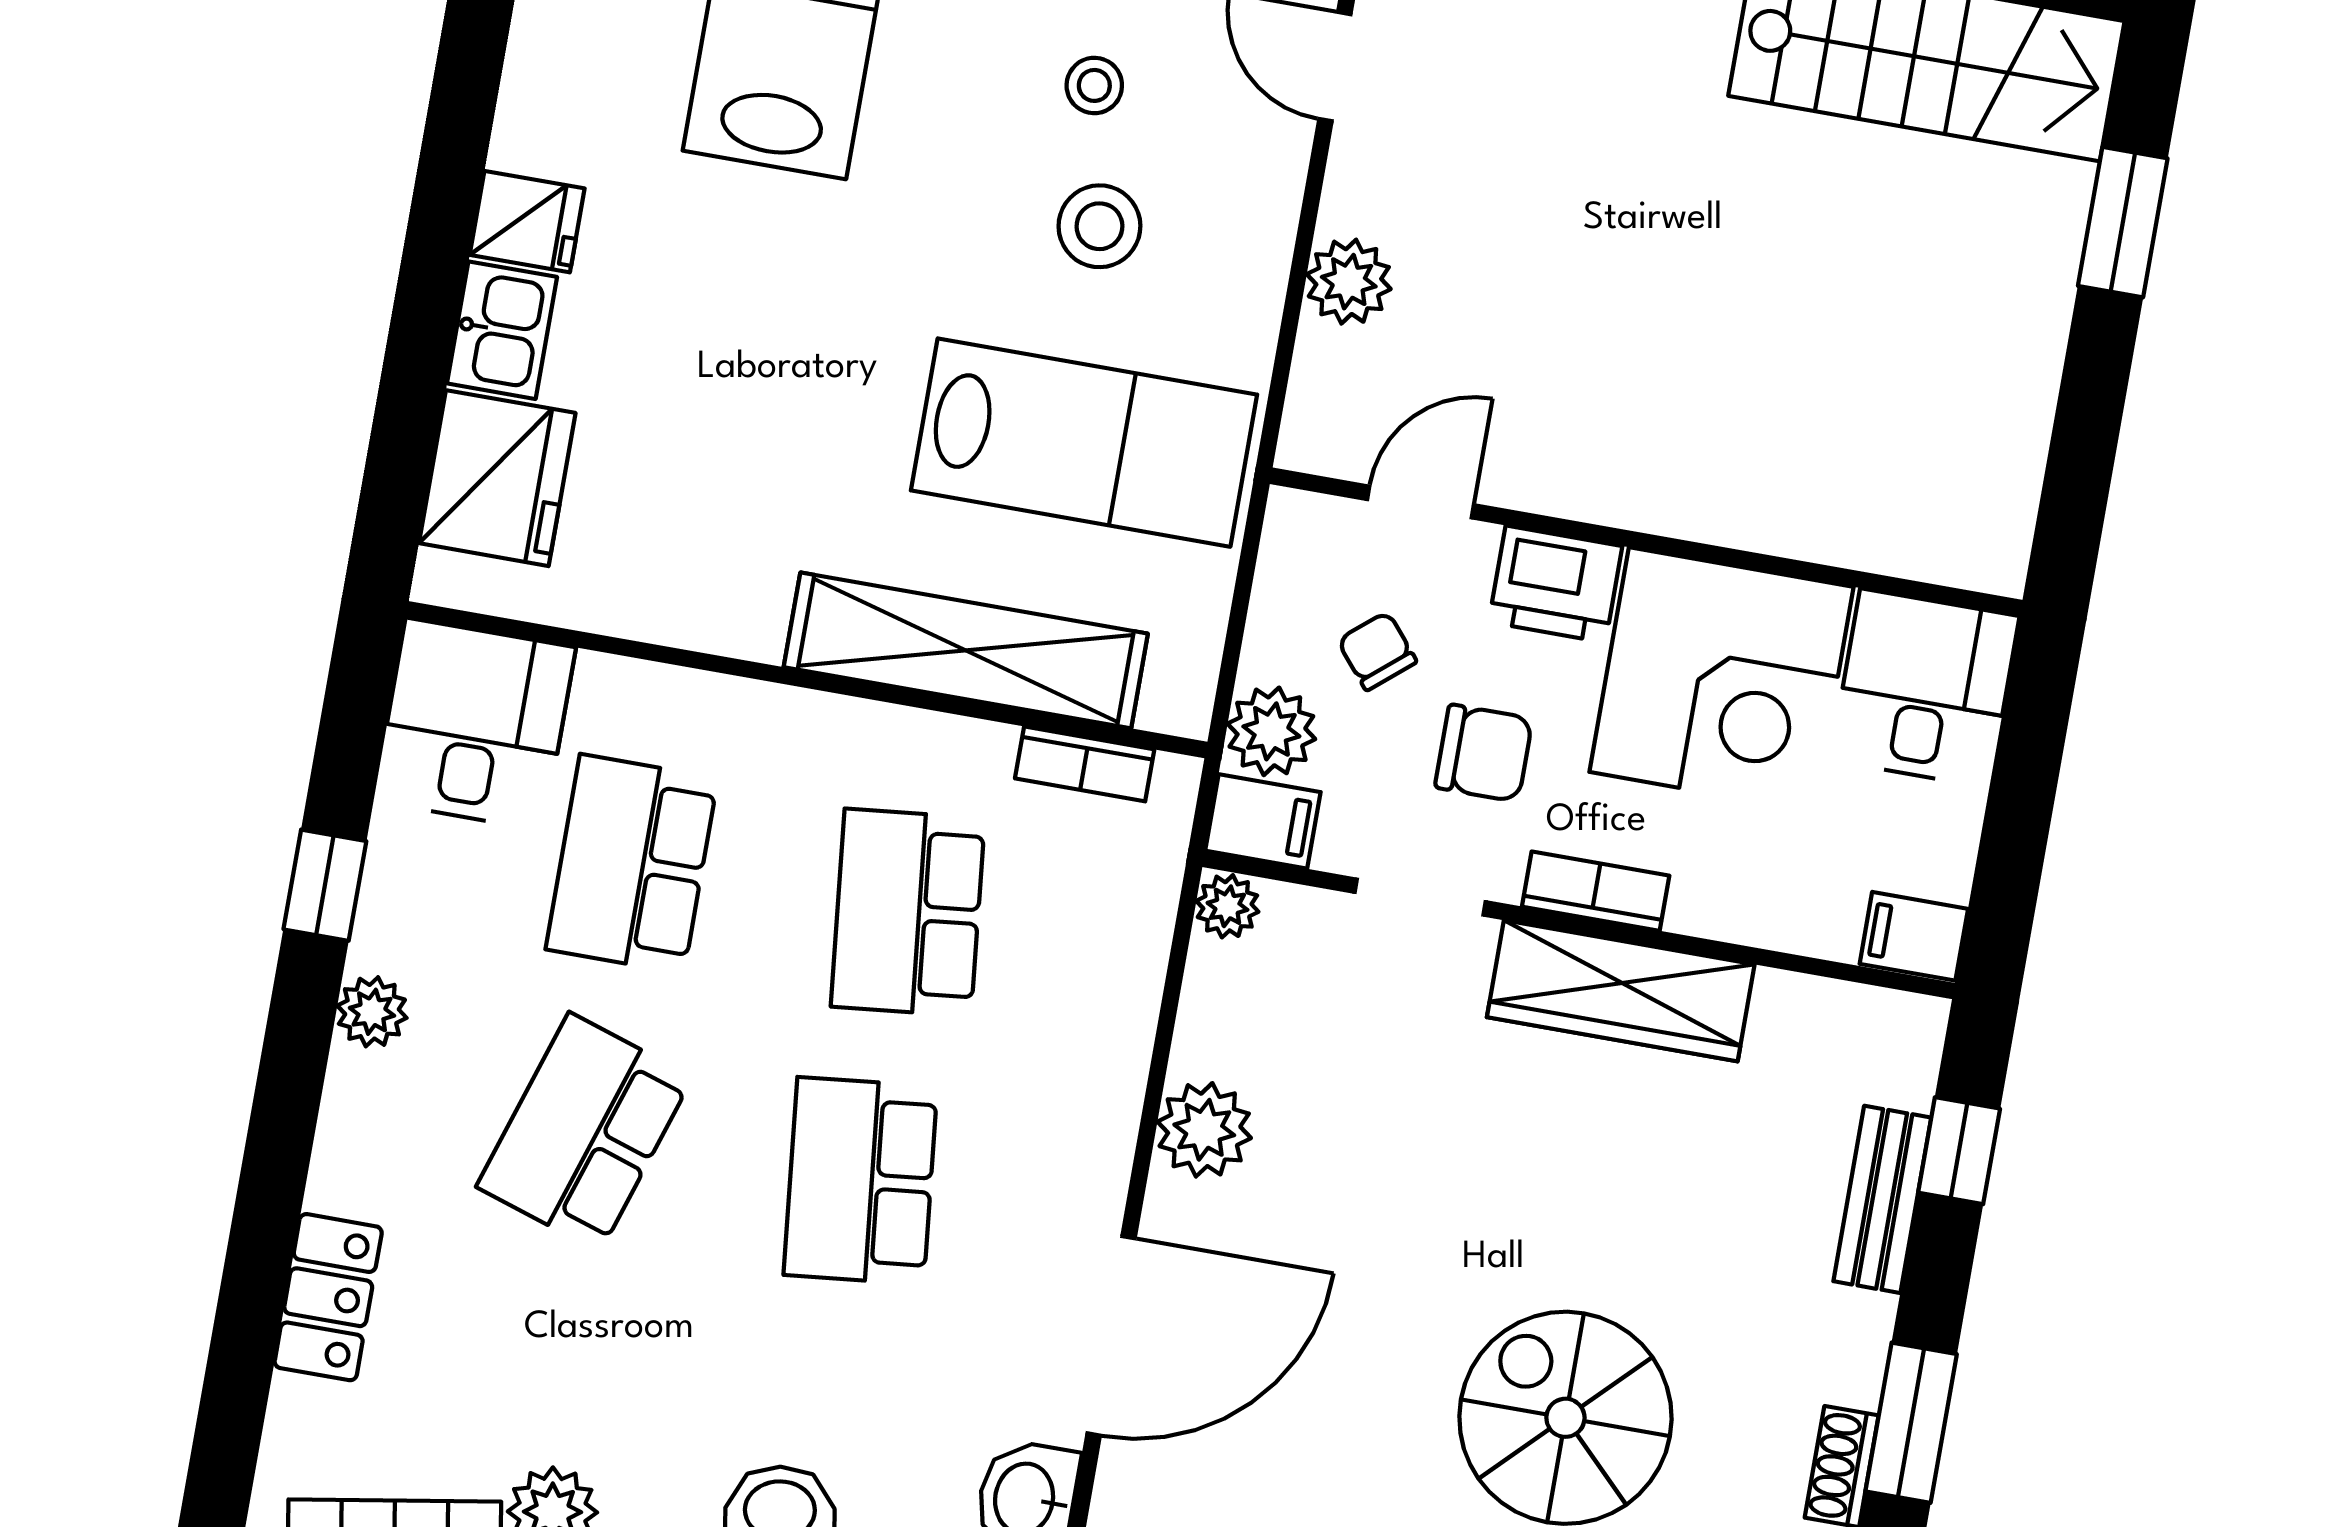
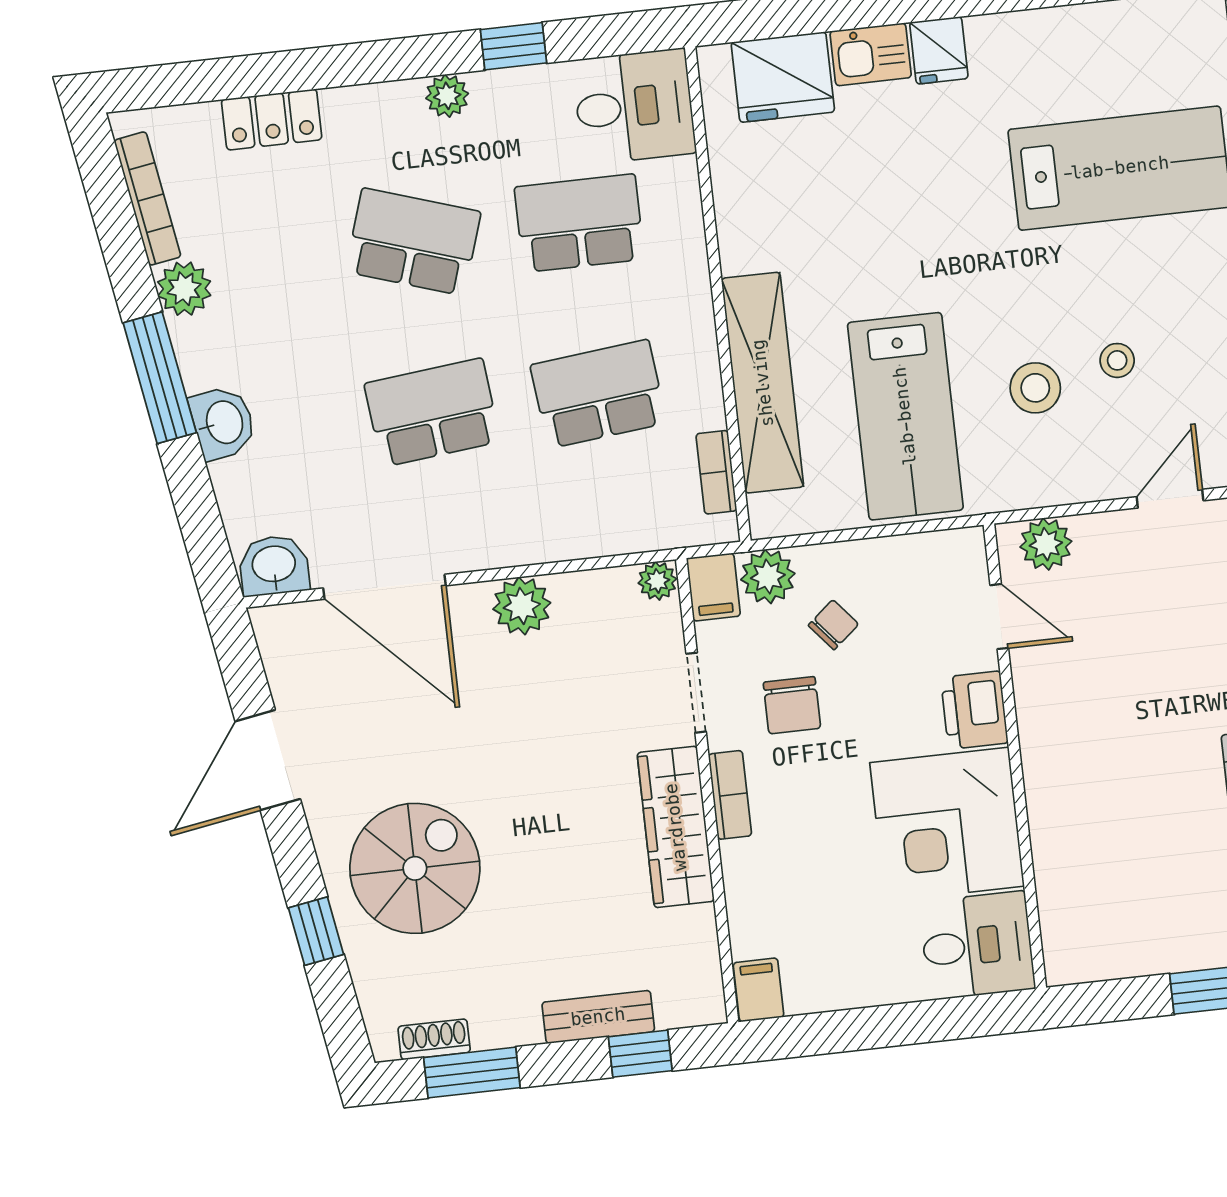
door: (1421, 502) -> (999, 617), moved
wall: (1646, 542) -> (1015, 756), moved
printer: (1555, 584) -> (974, 710), moved
corner desk: (1721, 679) -> (947, 824), moved
desk: (1925, 688) -> (977, 945), moved

